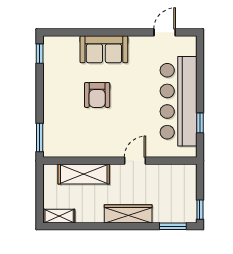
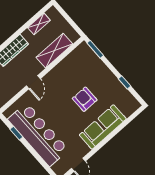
sofa: (104, 49) -> (103, 127), width x1.36
window: (40, 54) -> (125, 82), moved
shelving: (59, 216) -> (39, 24), moved

